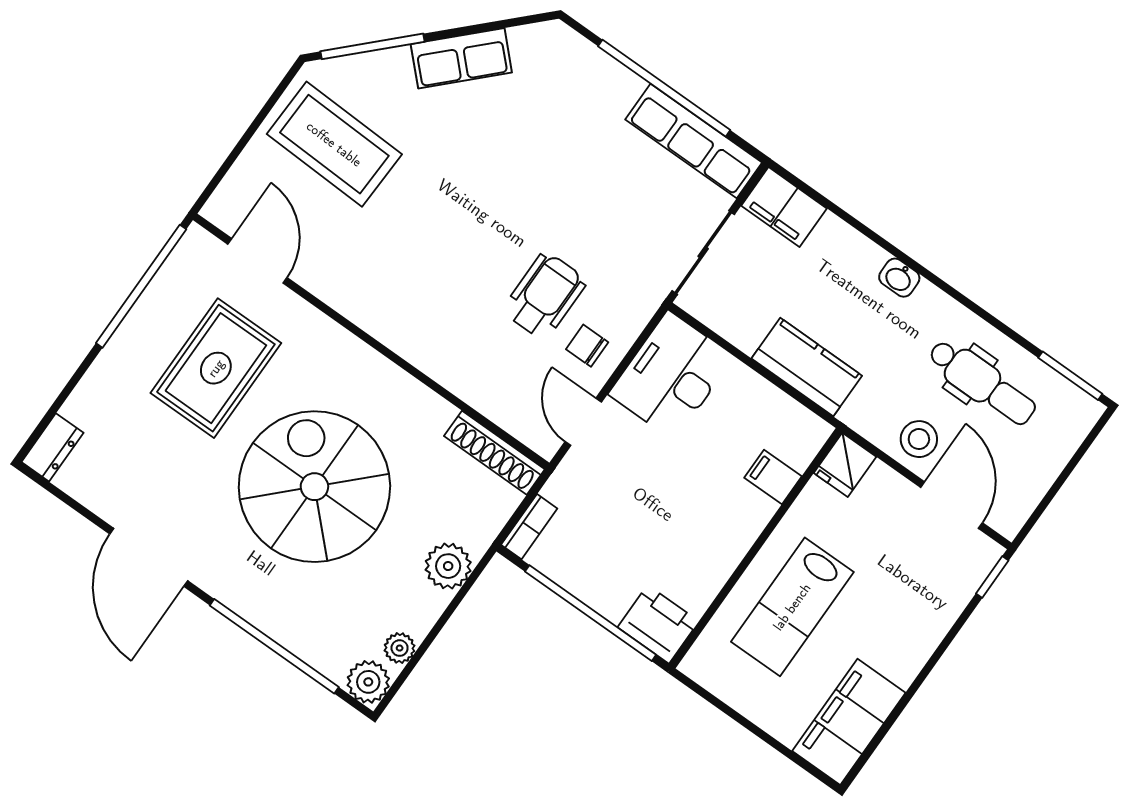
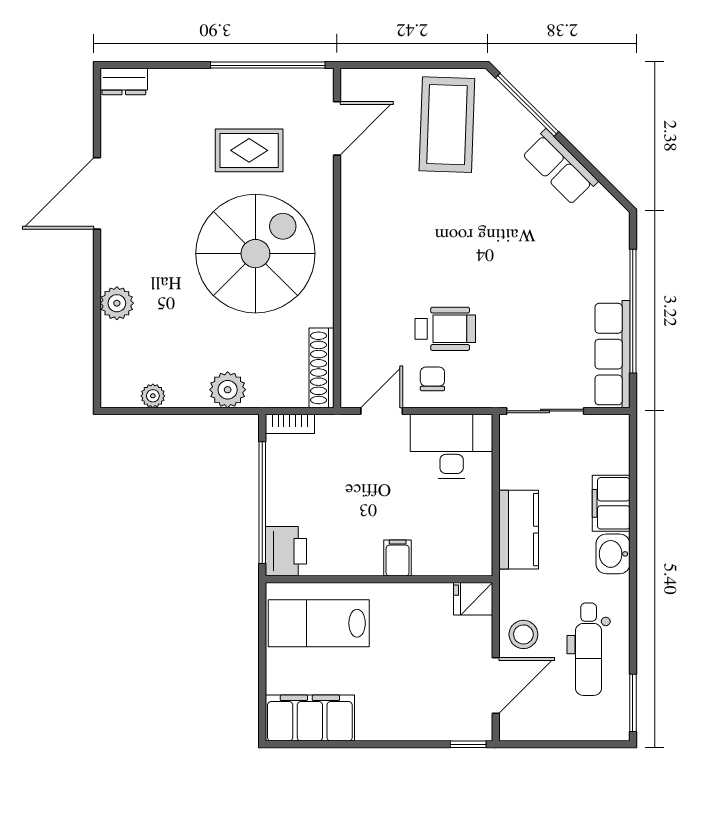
filing cabinet: (784, 207) -> (611, 503), moved
washbasin: (899, 278) -> (613, 554), width x1.38, depth x1.45
rug: (216, 368) -> (249, 150), width x0.73, depth x0.70
filing cabinet: (773, 477) -> (398, 558), moved
spiral stairs: (314, 487) -> (255, 254), moved
lab bench: (792, 607) -> (319, 623), moved
window: (274, 646) -> (97, 314), removed
plant: (368, 682) -> (117, 303), moved

